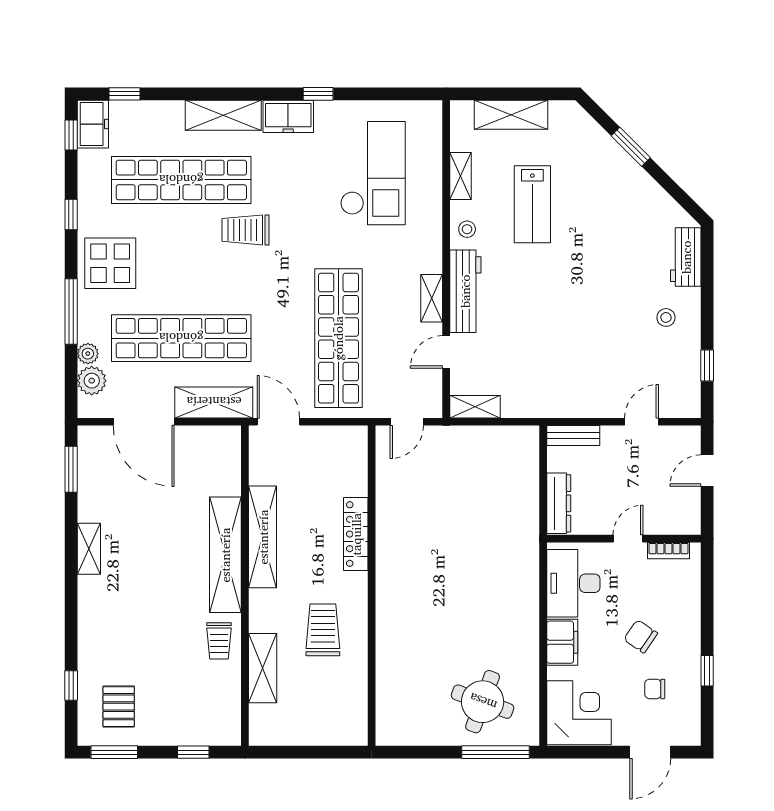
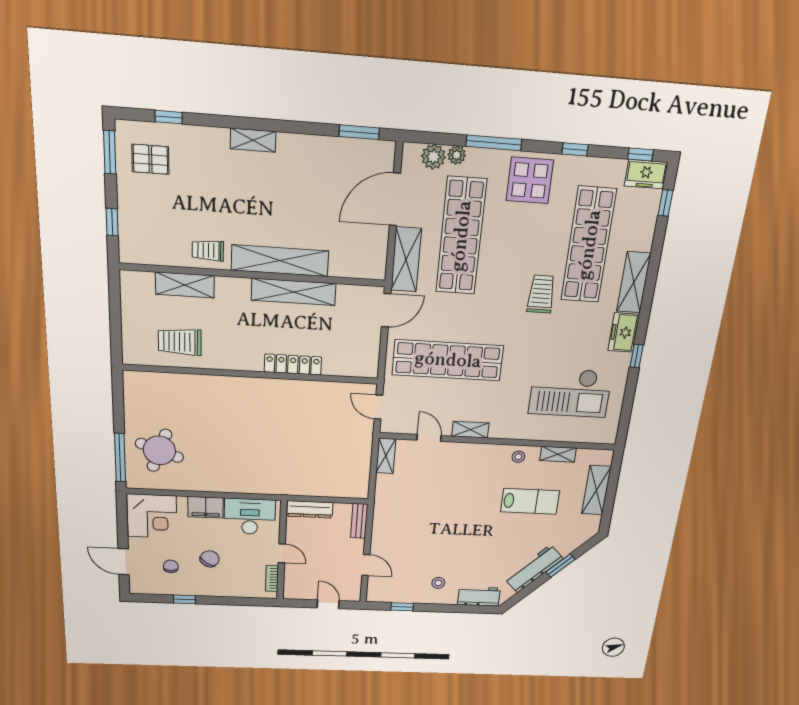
lab bench: (532, 204) -> (530, 501), turned 180
workbench: (465, 291) -> (534, 569), moved, turned 135
shelving: (89, 549) -> (253, 140), moved
trolley: (323, 630) -> (180, 342), moved, turned 180

